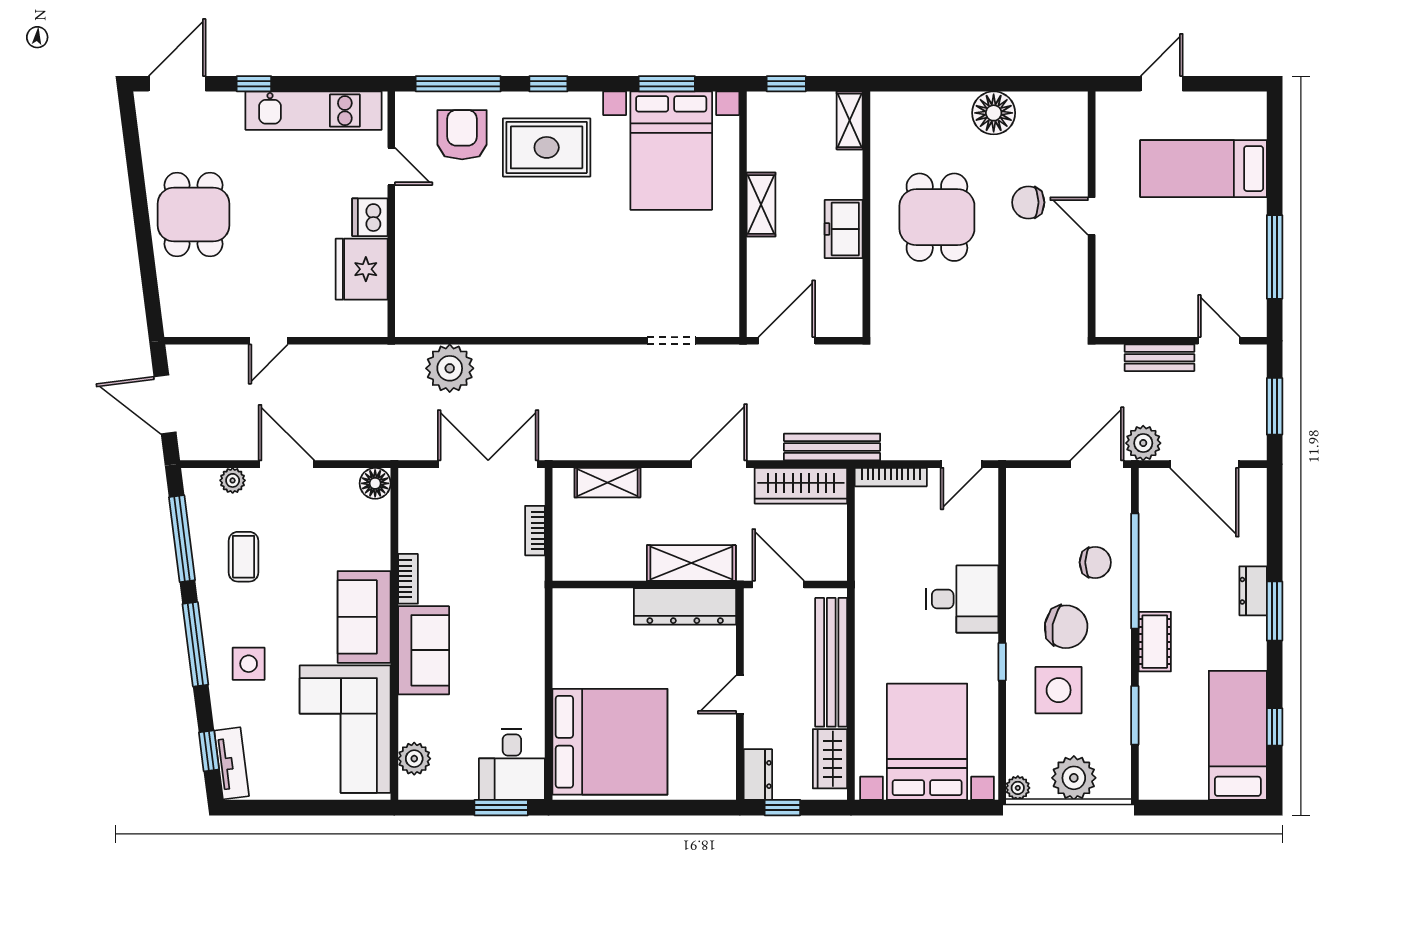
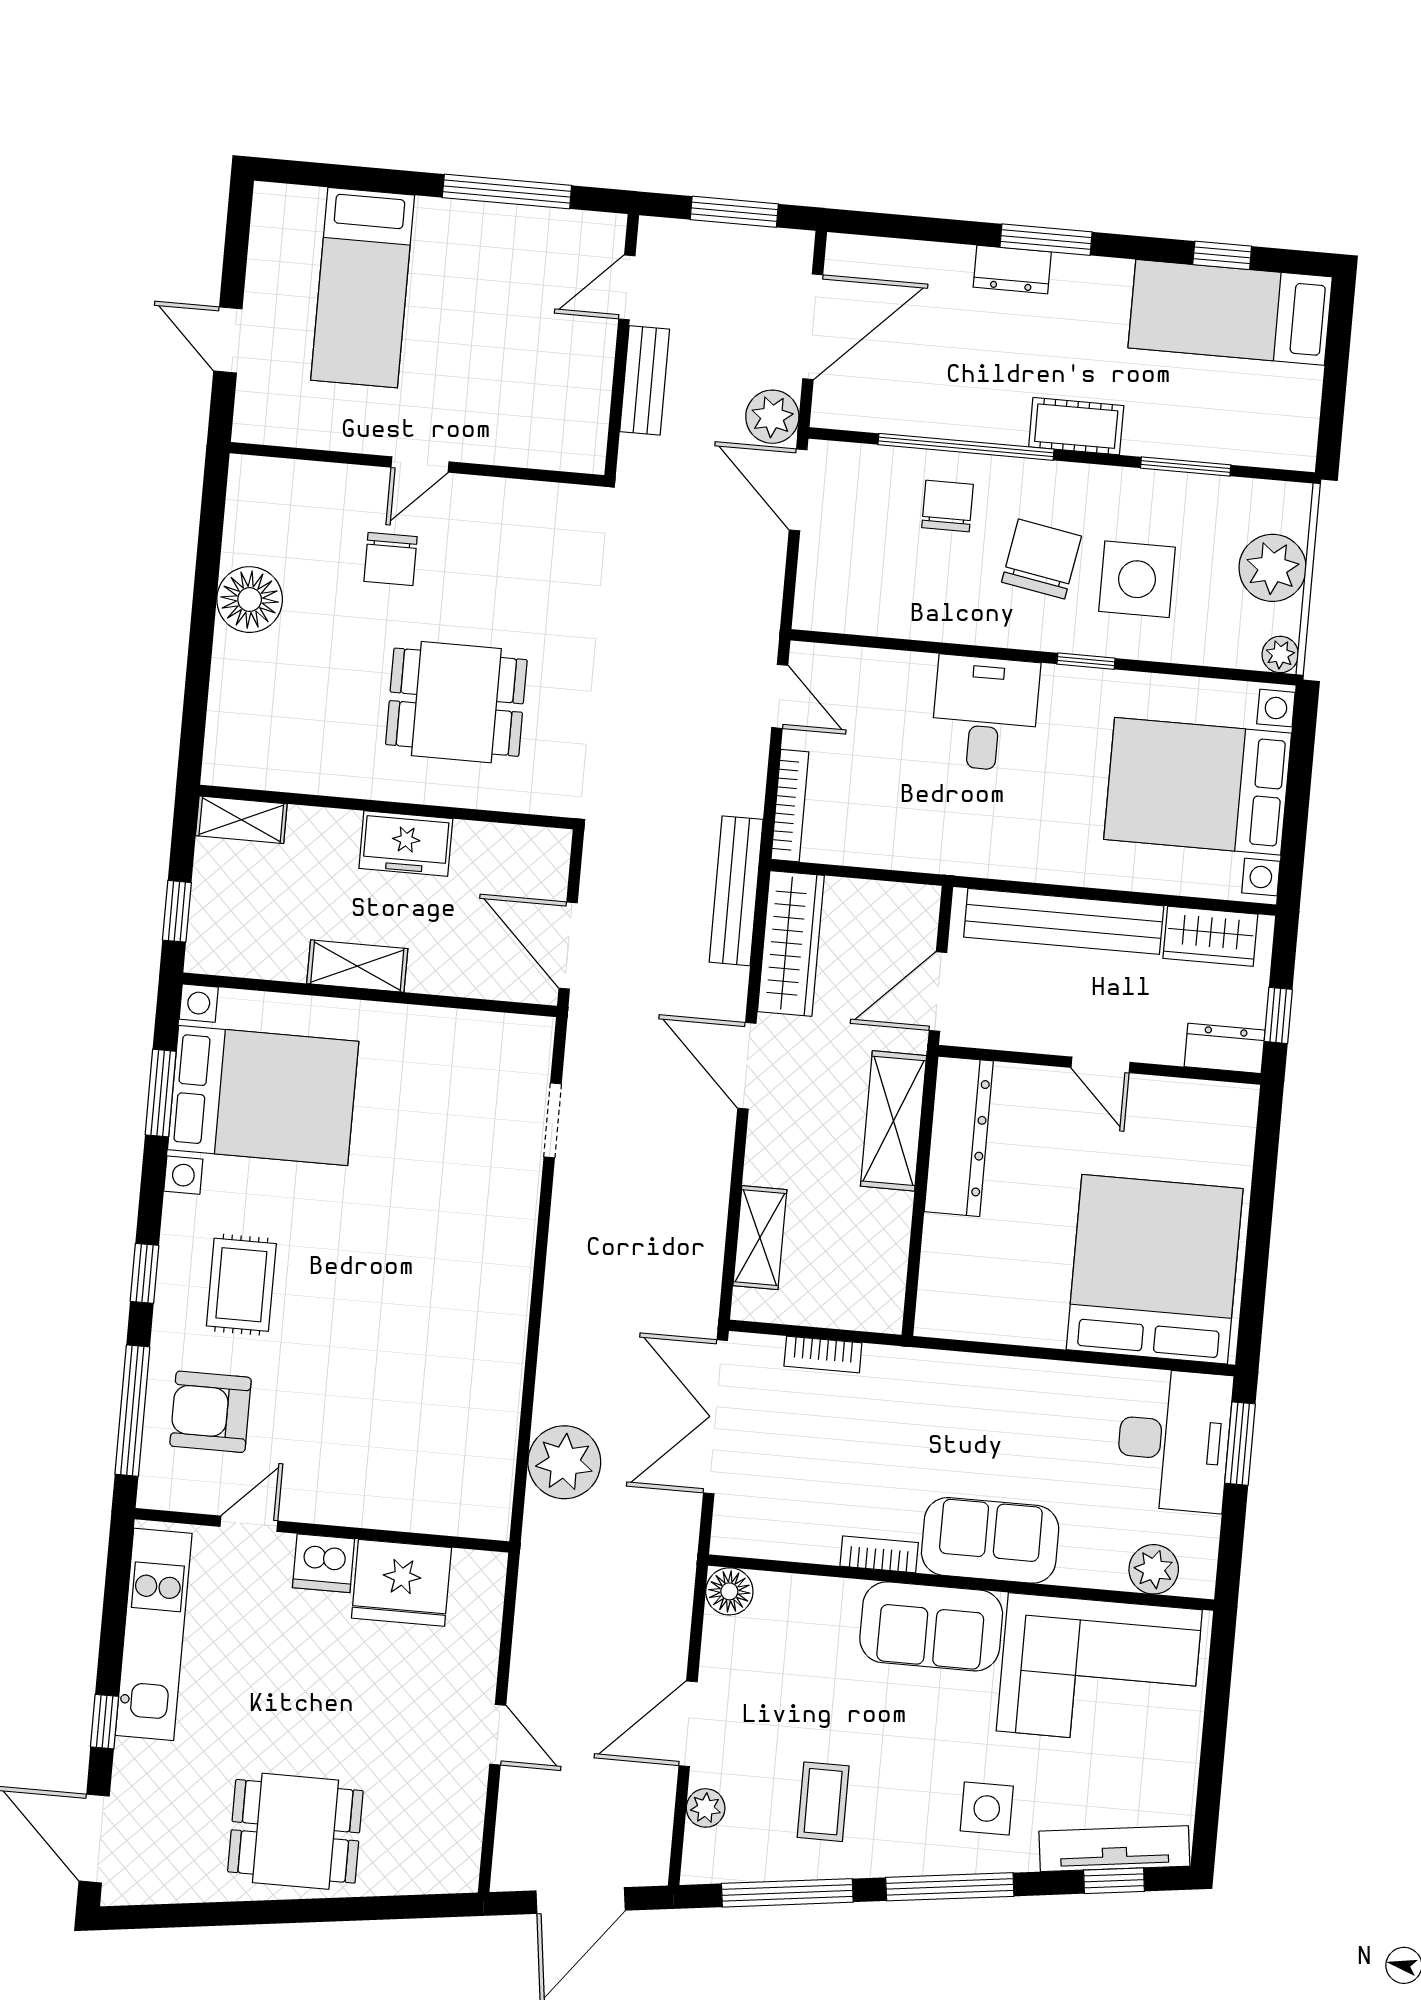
rug: (547, 147) -> (241, 1285), width x0.73, depth x0.70
dining table: (937, 217) -> (456, 702), moved
coffee table: (244, 557) -> (823, 1802), turned 90
tv unit: (232, 763) -> (1114, 1849), width x1.41
desk: (512, 764) -> (1174, 1440), width x1.37

